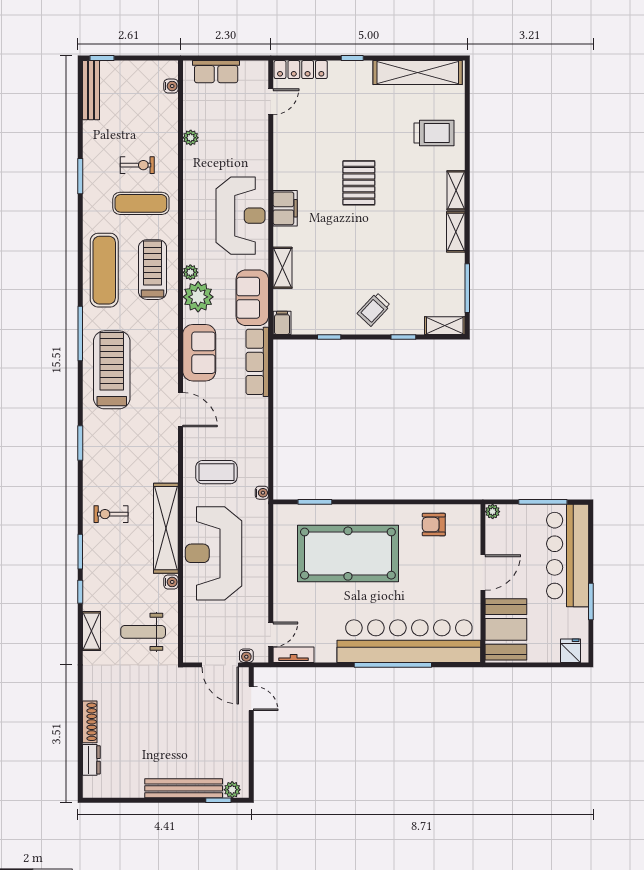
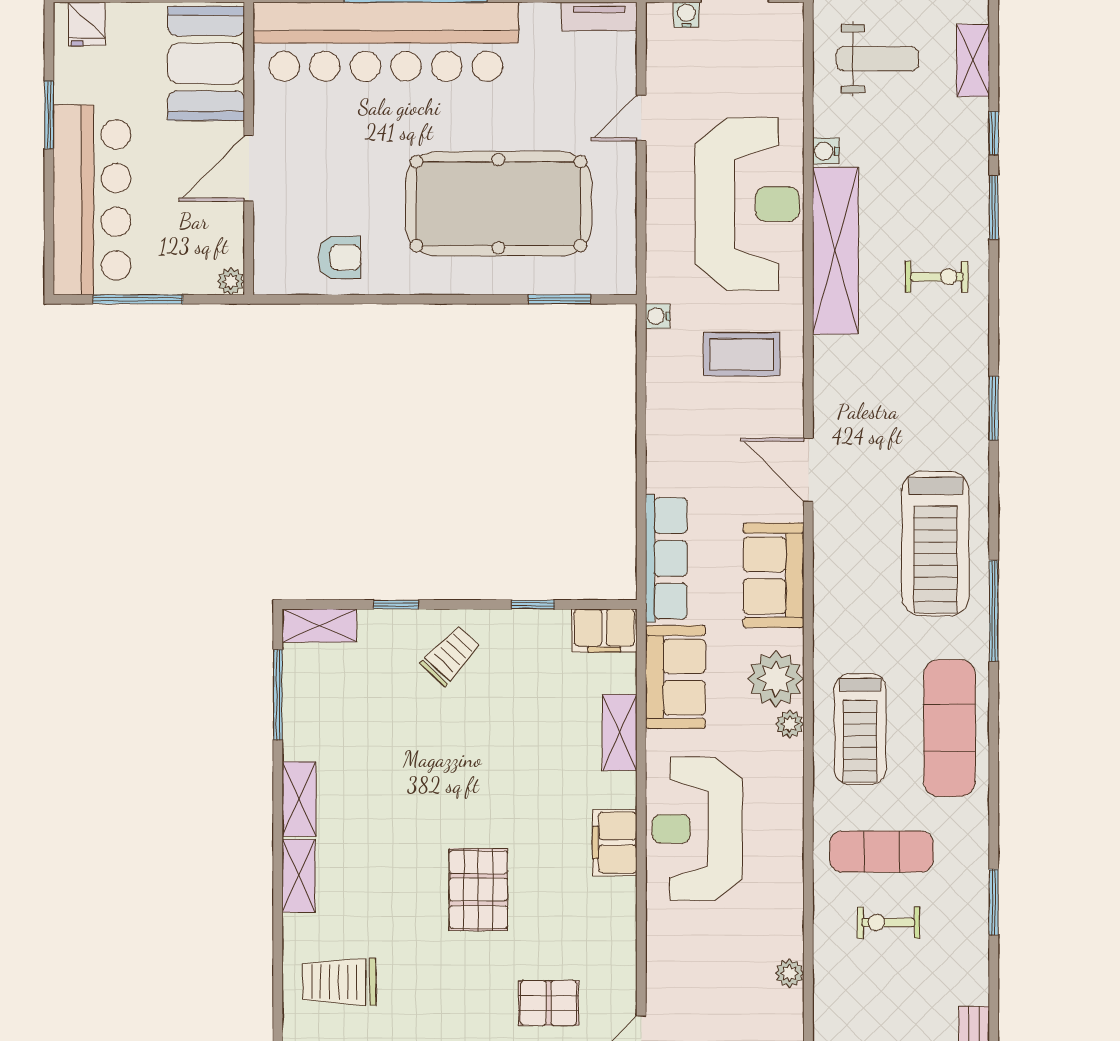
pallet: (321, 122) -> (549, 1003), added
filing cabinet: (282, 323) -> (604, 630), width x2.00
door: (271, 635) -> (641, 118), moved

